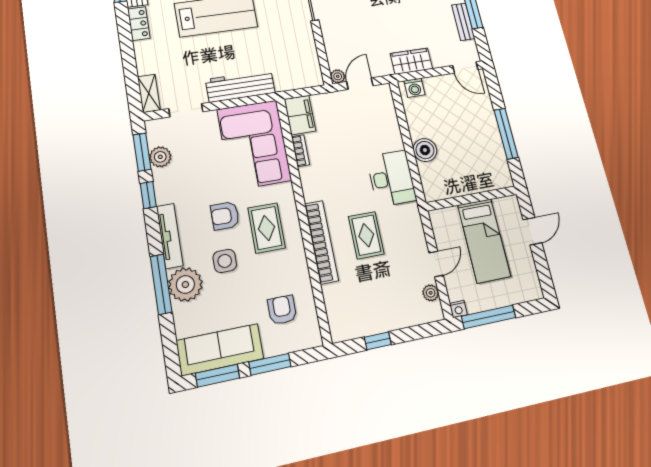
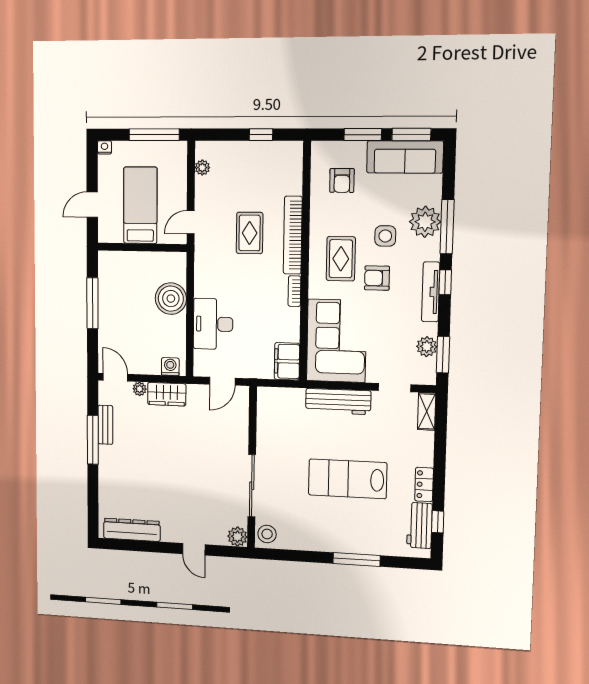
plant: (338, 76) -> (140, 389), moved
boiler: (425, 150) -> (171, 299), width x1.37, depth x1.37
bookcase: (300, 151) -> (294, 291), moved
desk: (391, 178) -> (213, 324), moved
window: (148, 195) -> (445, 282), moved
armchair: (225, 216) -> (377, 278), turned 180
tv unit: (170, 236) -> (431, 292), moved
door: (436, 264) -> (191, 222), moved
nightstand: (458, 309) -> (105, 147), moved

